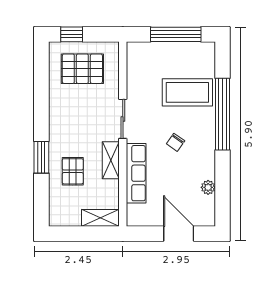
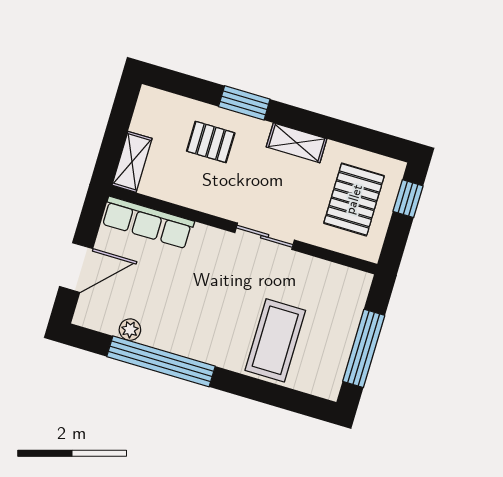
window: (222, 114) -> (161, 361), moved
chair: (176, 142) -> (209, 302), removed
shelving: (111, 160) -> (297, 143), moved
row of seats: (136, 173) -> (148, 222), moved

